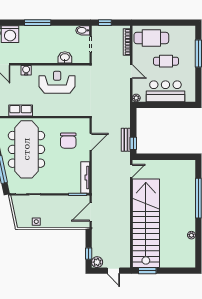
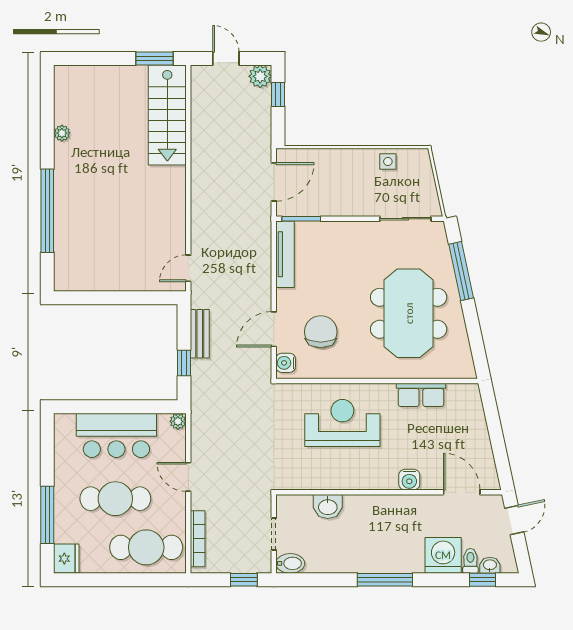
fridge: (189, 33) -> (66, 559), added
cafe table: (166, 61) -> (115, 499), width x1.37, depth x1.35
reception desk: (57, 82) -> (342, 423), moved, turned 180
water cooler: (85, 126) -> (286, 363), added
window: (133, 143) -> (184, 363), moved
meeting table: (26, 149) -> (409, 313), width x0.73
stairs: (146, 223) -> (167, 115), width x0.54, depth x0.66

